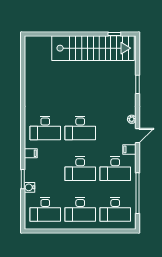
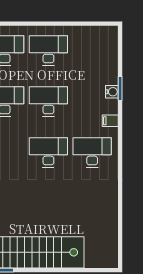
water cooler: (30, 187) -> (112, 92), moved
desk: (45, 209) -> (92, 50), removed

